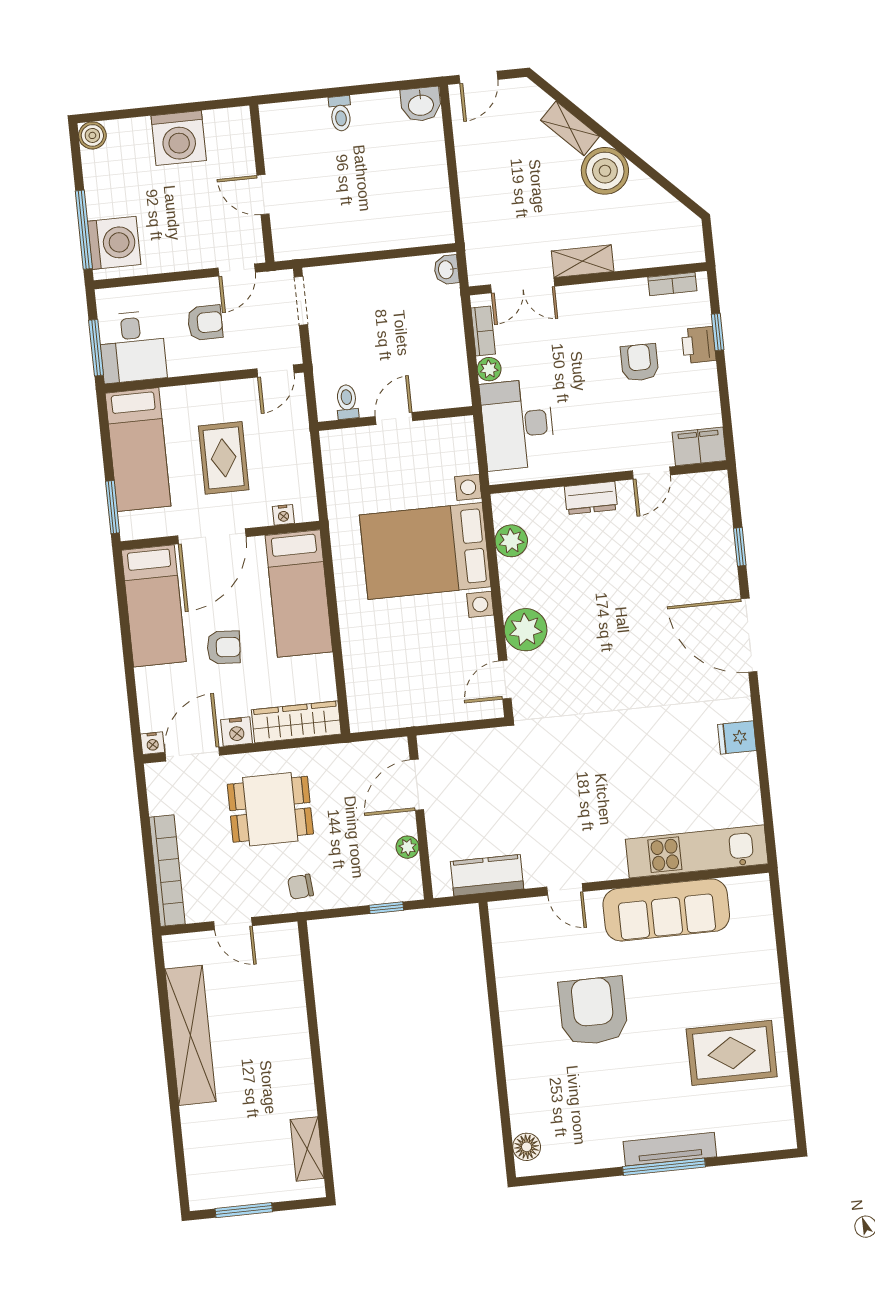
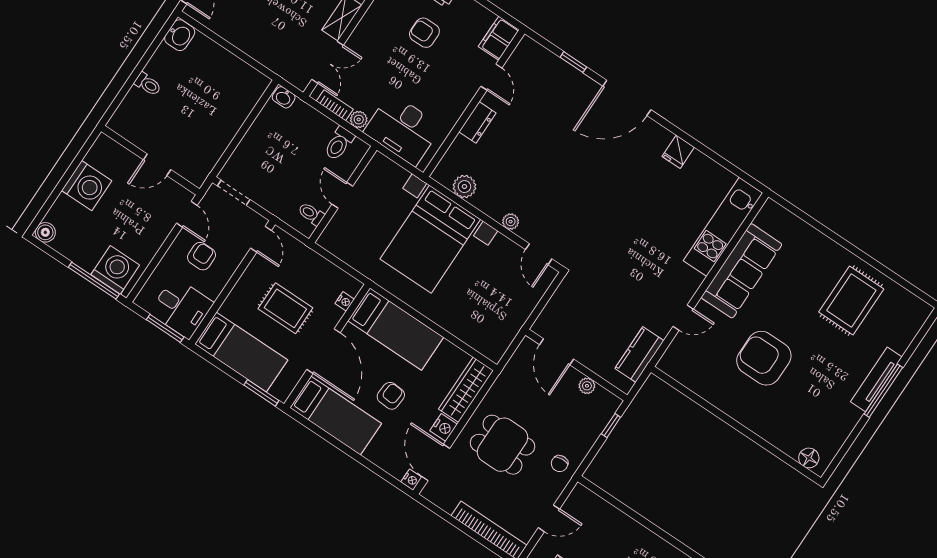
toilet: (446, 369) -> (339, 144), added
plant: (526, 630) -> (511, 222), width x0.53, depth x0.53
dining table: (270, 809) -> (502, 445), turned 90

